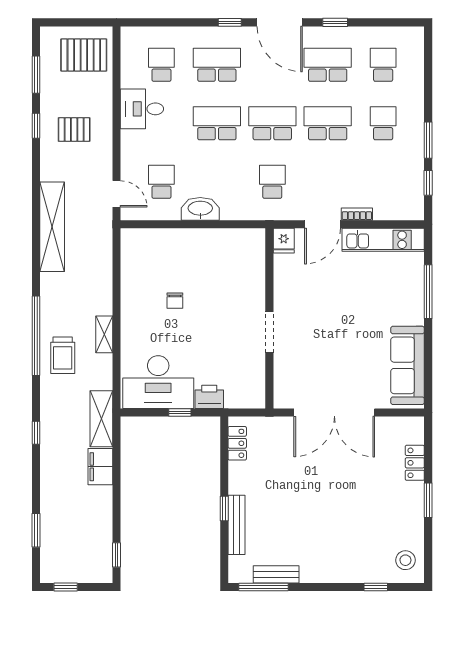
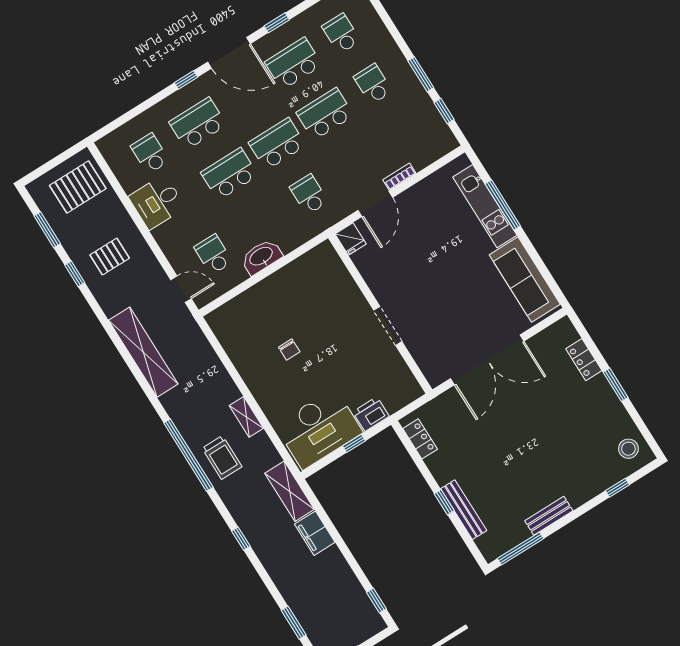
kitchen unit: (383, 240) -> (485, 206), moved, turned 90
bench: (276, 574) -> (549, 516), moved

